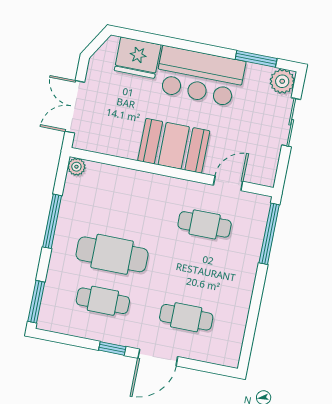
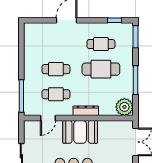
plant: (76, 167) -> (124, 107), width x1.87, depth x1.87
dresser: (156, 183) -> (86, 111), added
cafe table: (186, 317) -> (56, 69), moved
window: (112, 348) -> (115, 20), moved

